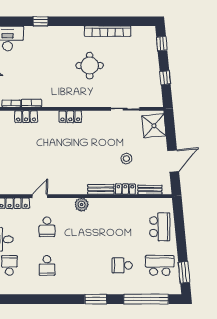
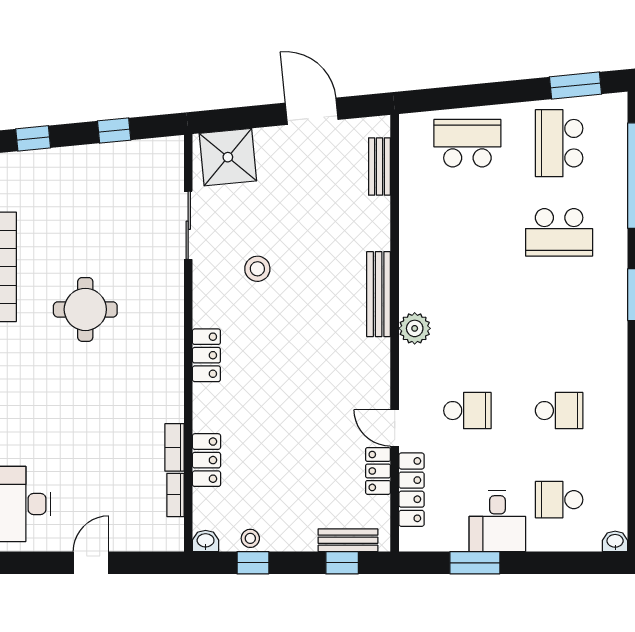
stool: (126, 159) -> (257, 269), moved
bench: (101, 189) -> (379, 294), width x1.36
locker: (125, 189) -> (378, 471), moved
school desk: (122, 265) -> (559, 232), width x1.85

